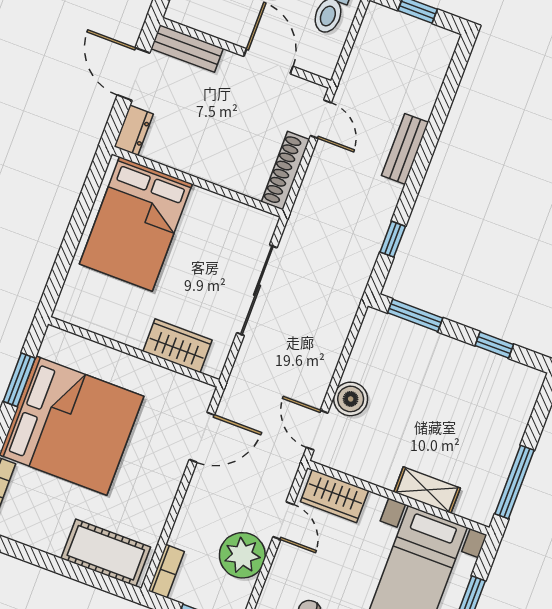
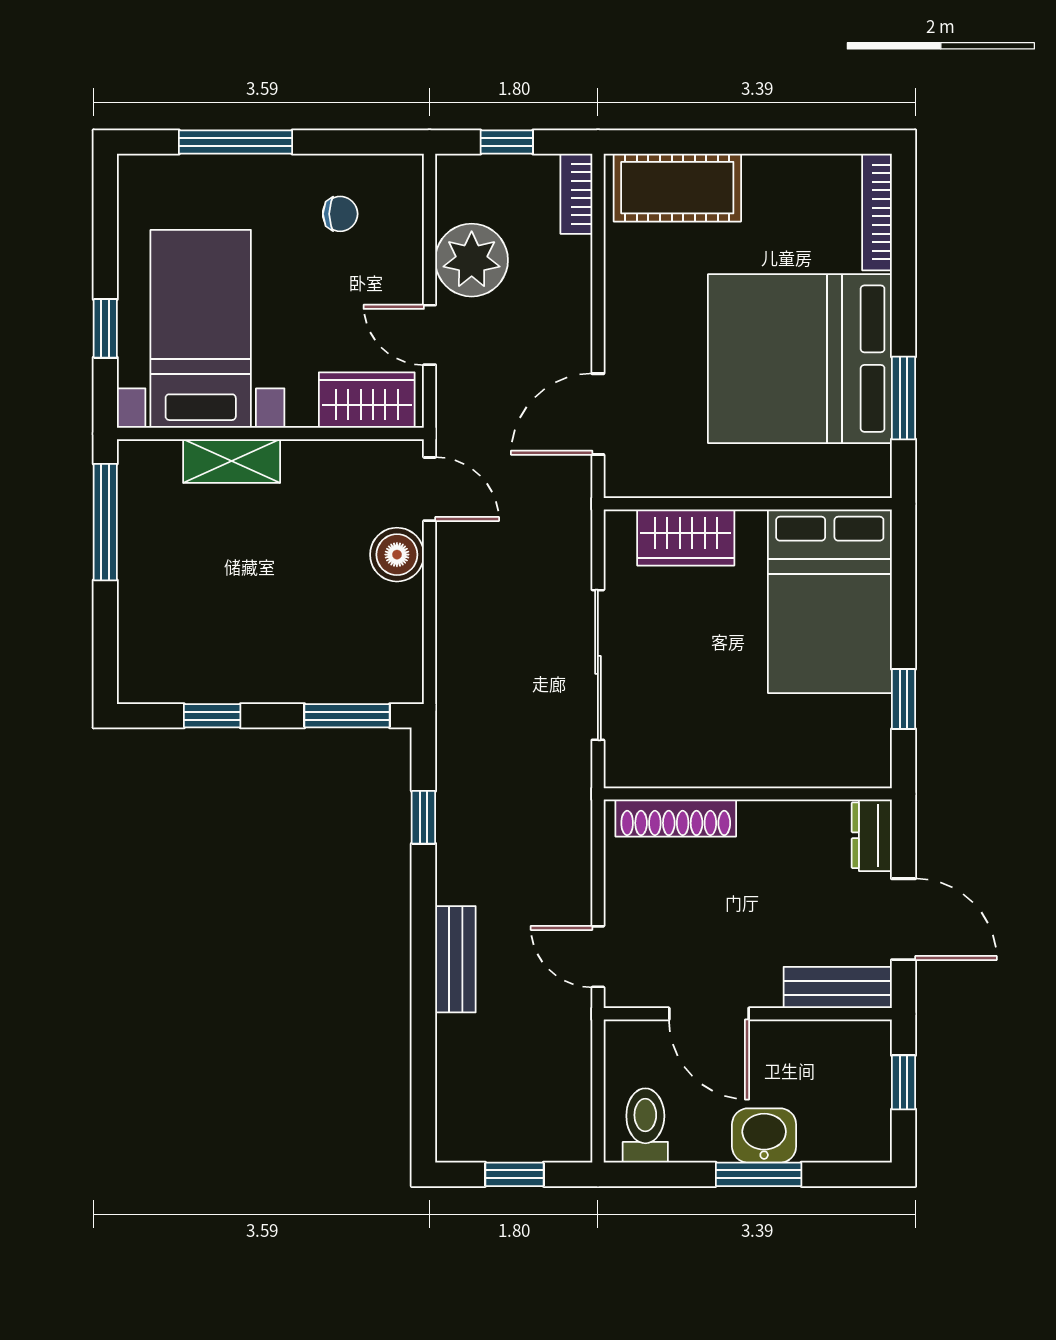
shoe rack: (285, 171) -> (676, 818), moved, turned 90
window: (85, 203) -> (904, 699), added
bed: (136, 224) -> (830, 601), moved, turned 180

